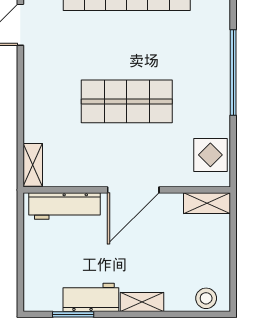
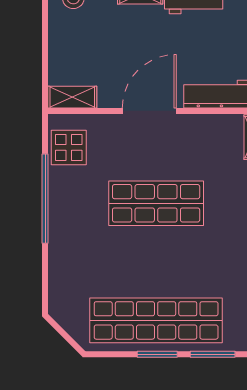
window: (233, 73) -> (45, 199), moved

